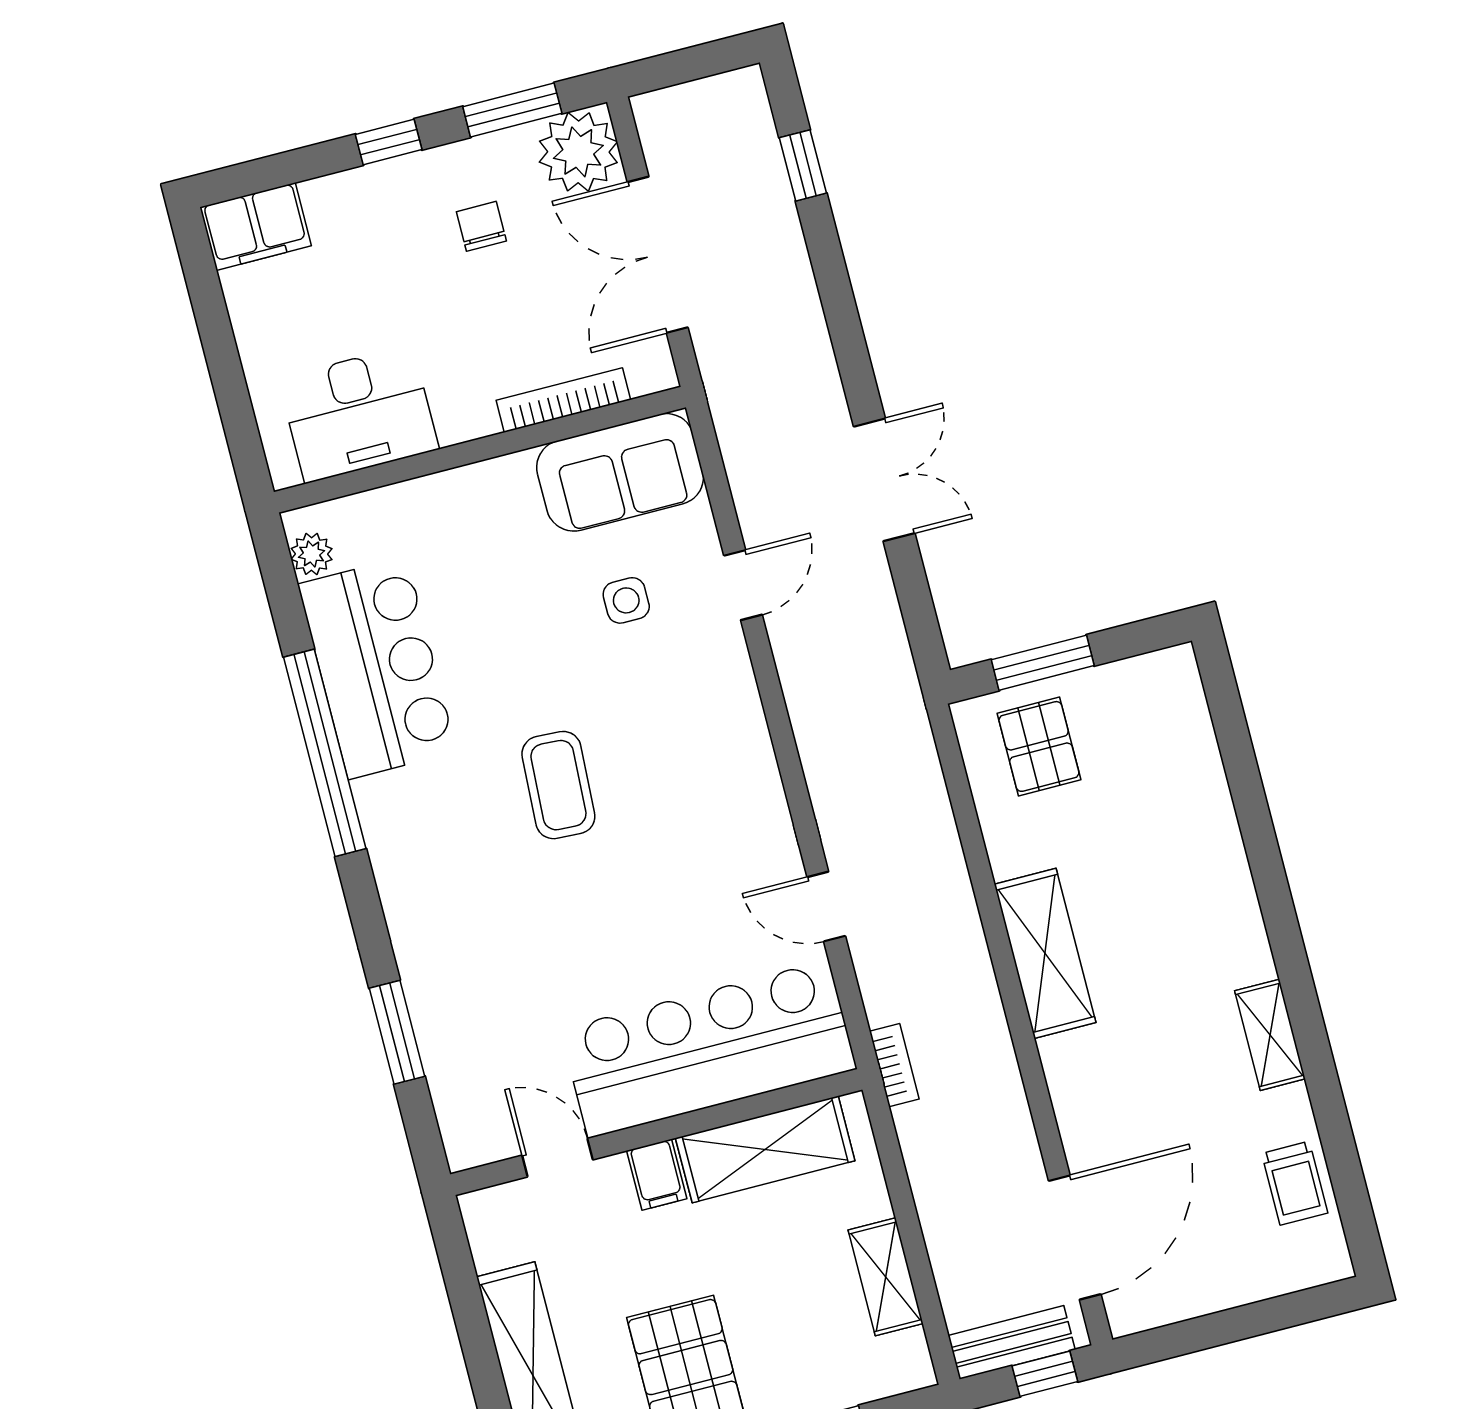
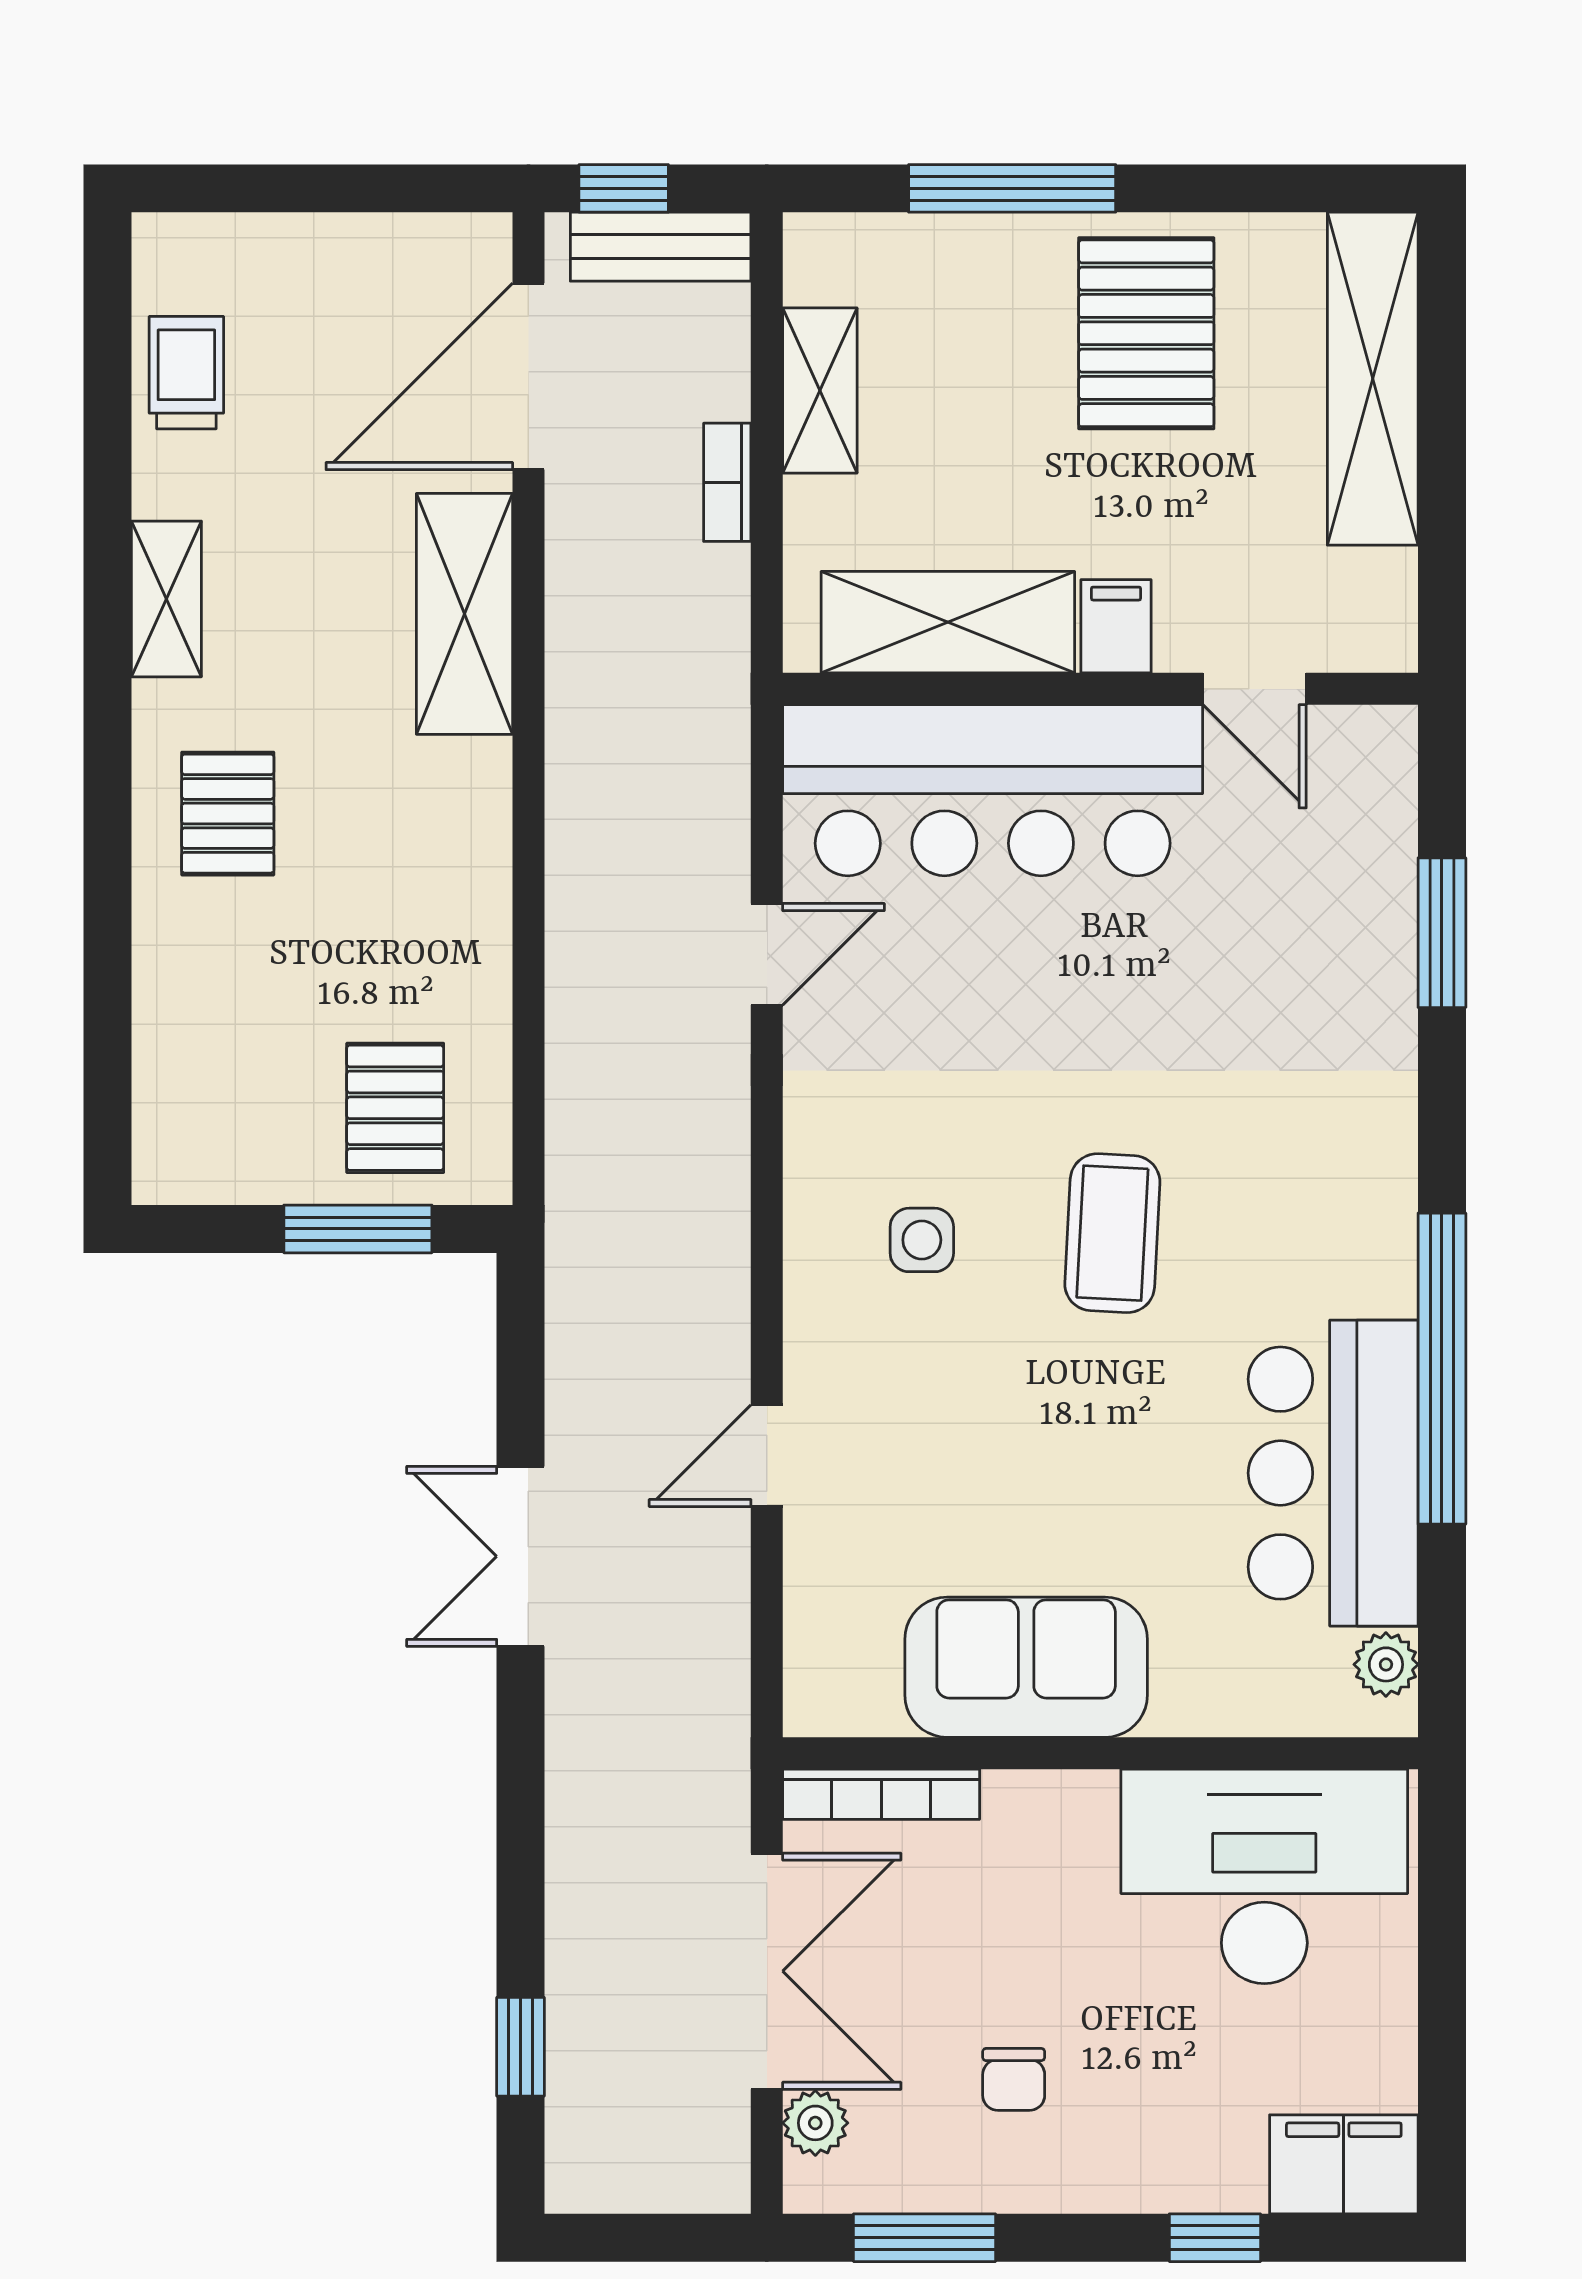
window: (389, 142) -> (1215, 2238), moved
plant: (578, 152) -> (815, 2123), width x0.53, depth x0.53
bookcase: (563, 400) -> (881, 1794), moved
desk: (359, 414) -> (1264, 1876), width x1.36, depth x1.30
sofa: (620, 472) -> (1026, 1667), moved
side table: (626, 600) -> (922, 1240), moved
door: (826, 906) -> (767, 954), hinge flipped
pallet: (1195, 907) -> (228, 814), added
shelving: (1045, 953) -> (464, 614), moved
bookcase: (894, 1065) -> (727, 482), moved

